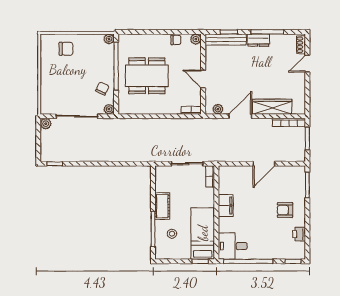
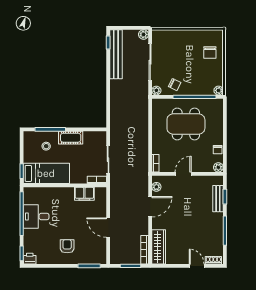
bench: (226, 40) -> (218, 199), width x0.73
dresser: (258, 40) -> (218, 223), removed
dining table: (147, 76) -> (186, 124), turned 90
wardrobe: (272, 107) -> (159, 247), moved
door: (240, 116) -> (150, 207), hinge flipped
bench: (68, 155) -> (116, 54), added
filing cabinet: (226, 206) -> (84, 194), moved
printer: (299, 234) -> (30, 259), moved
desk: (233, 246) -> (36, 217), moved, turned -90

